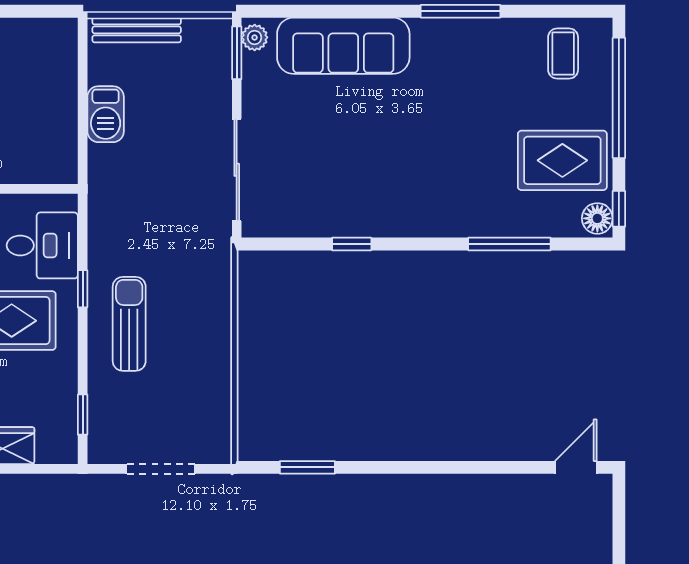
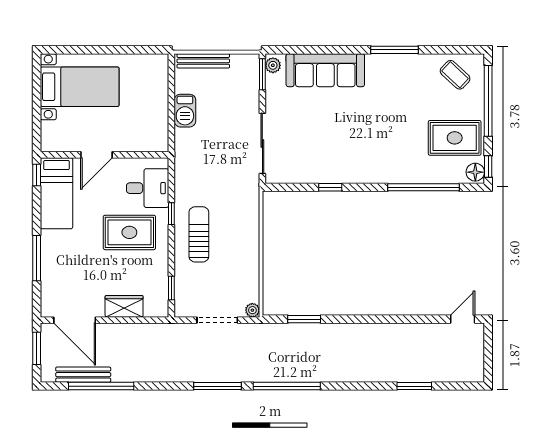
coffee table: (563, 54) -> (455, 75), turned -47
window: (509, 244) -> (423, 187), width x1.46
plant: (220, 452) -> (252, 310), added

